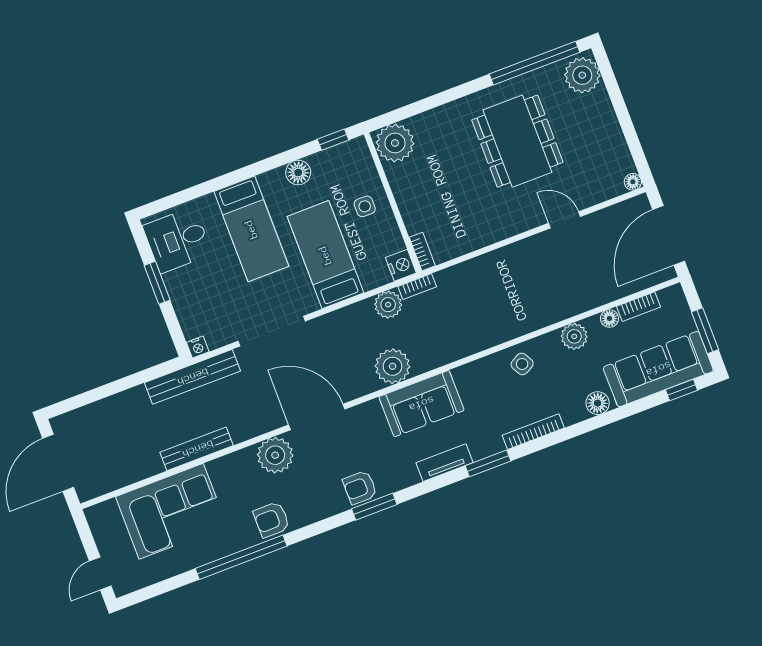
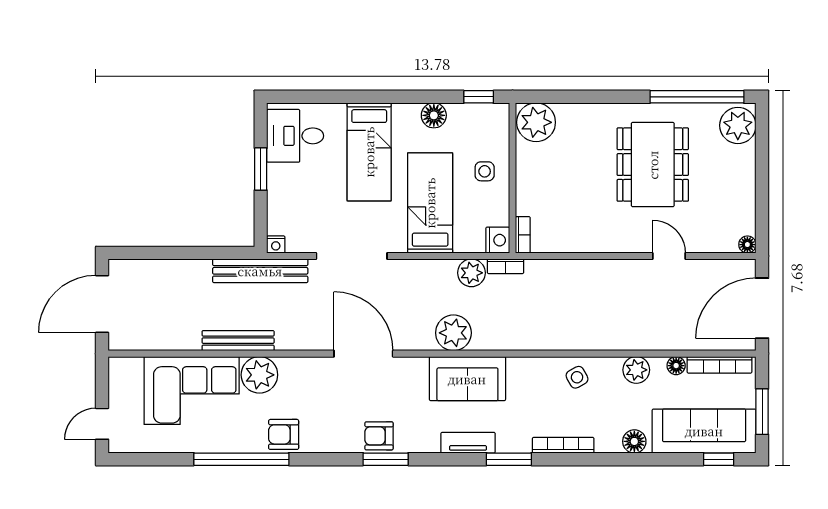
bookcase: (638, 307) -> (719, 365), width x1.56
plant: (275, 455) -> (259, 375), moved

